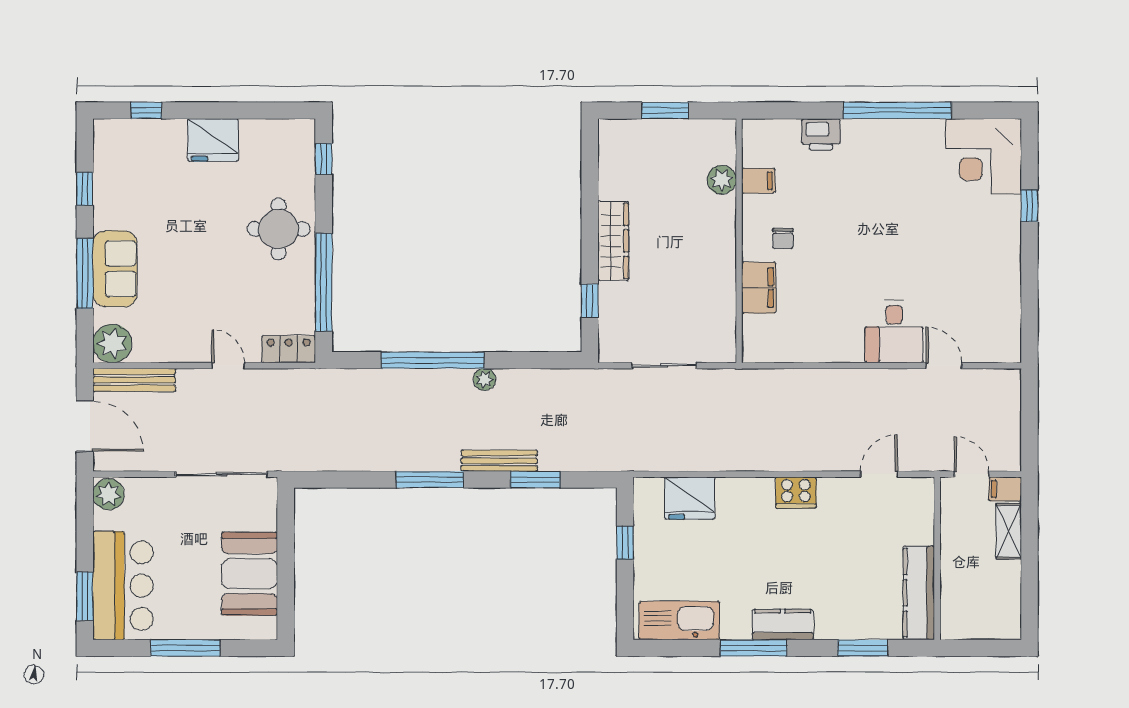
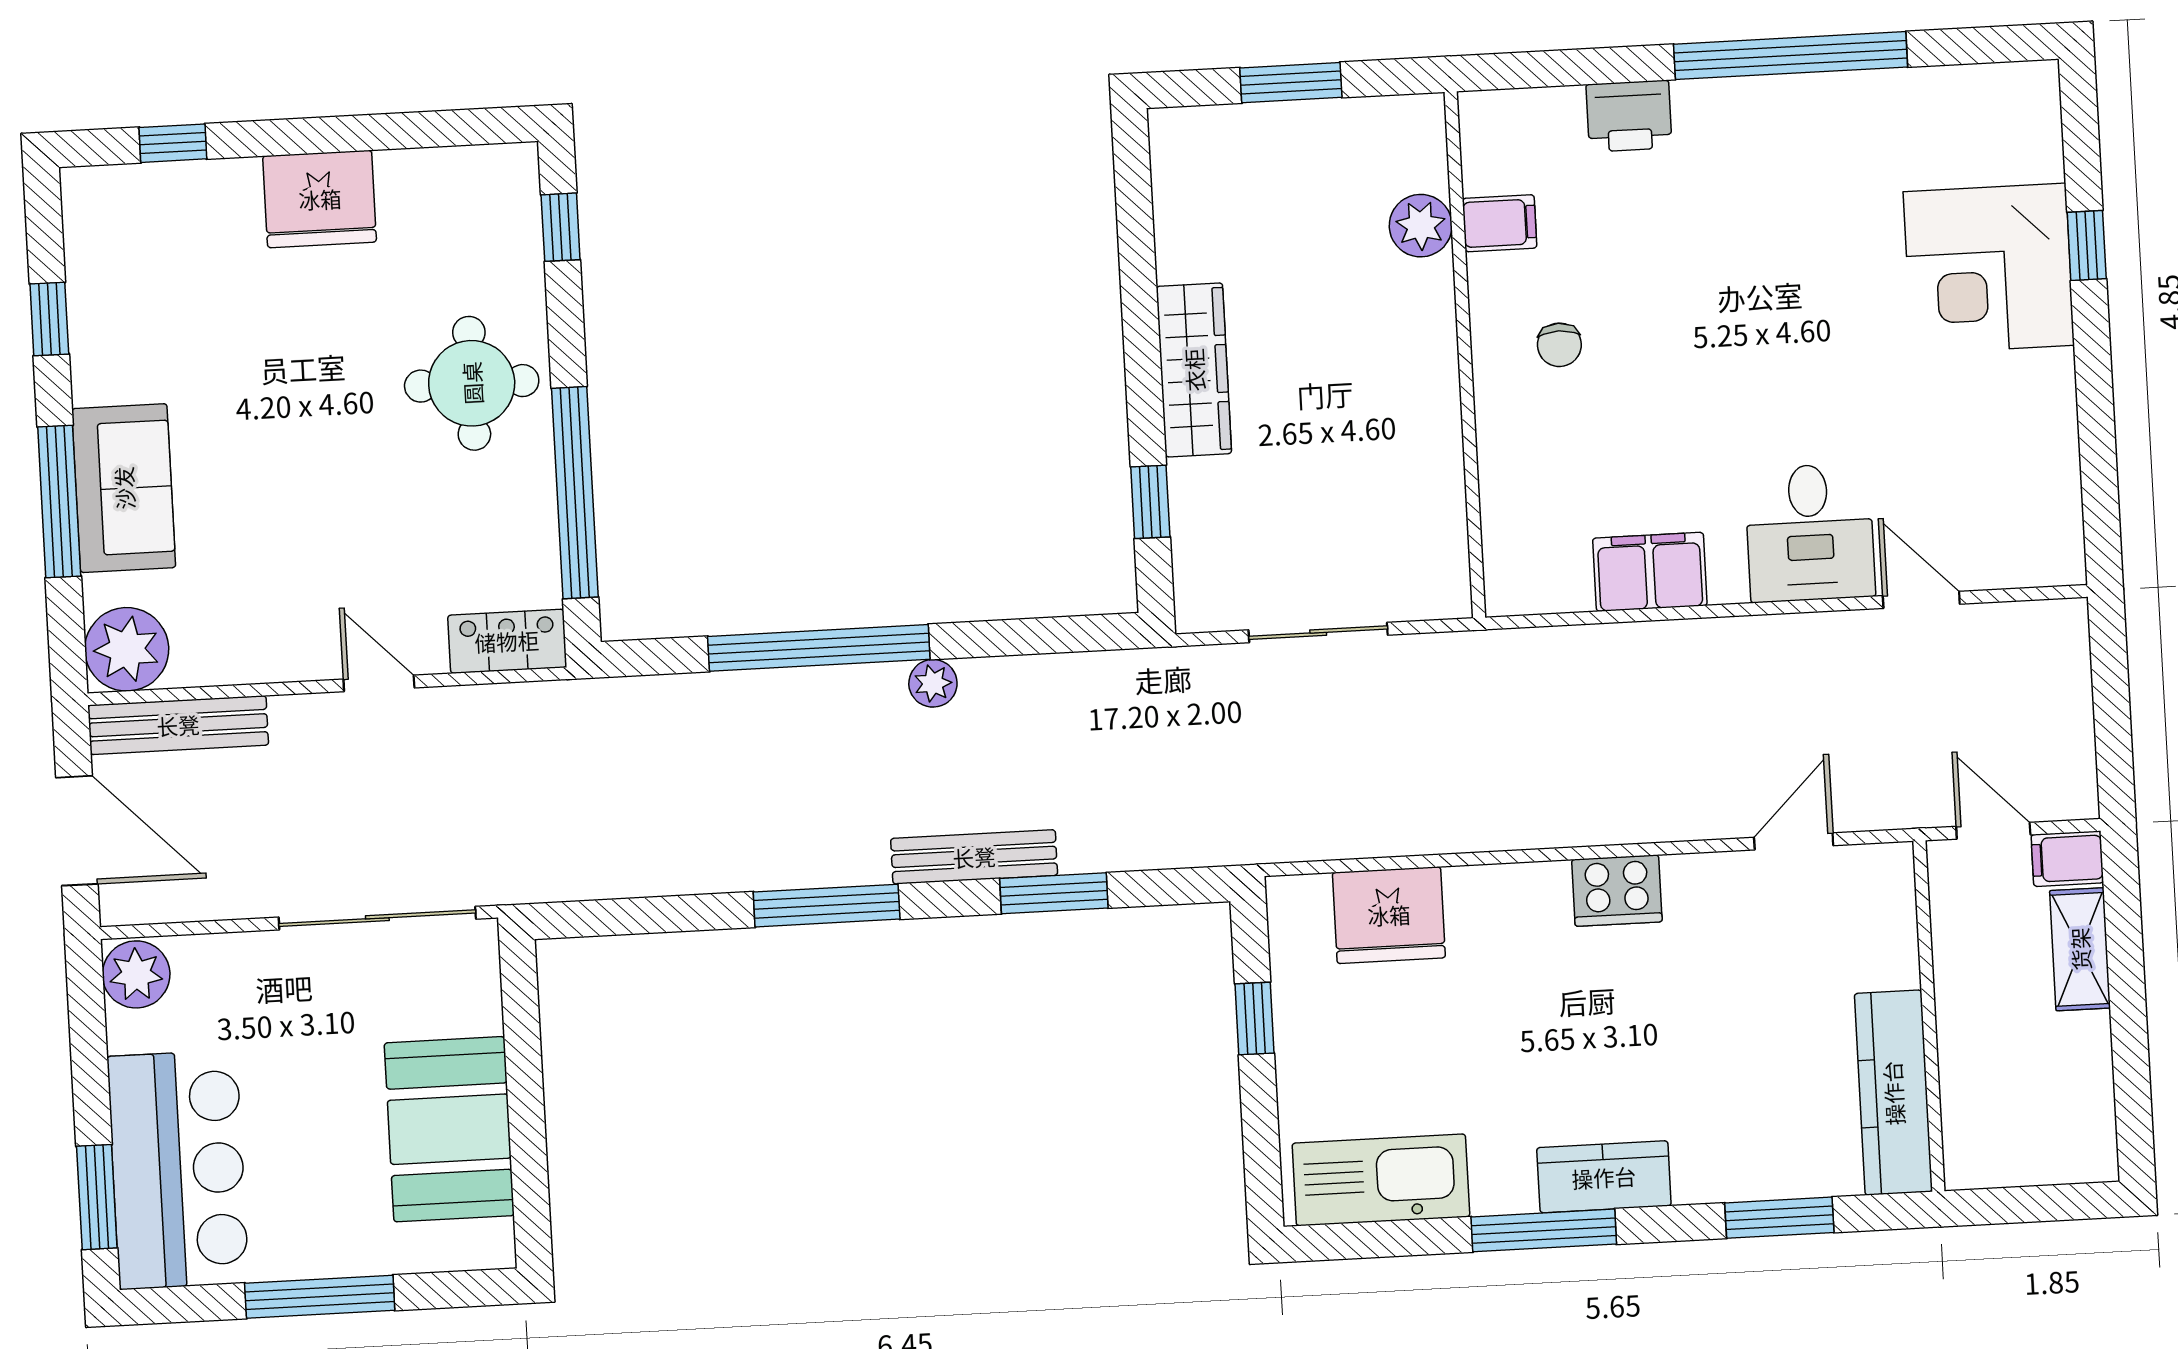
corner desk: (984, 156) -> (1989, 268), moved
filing cabinet: (759, 288) -> (1650, 572), moved, turned -90

